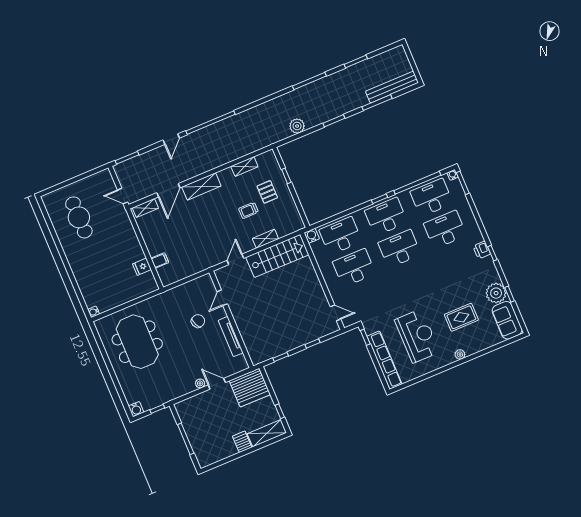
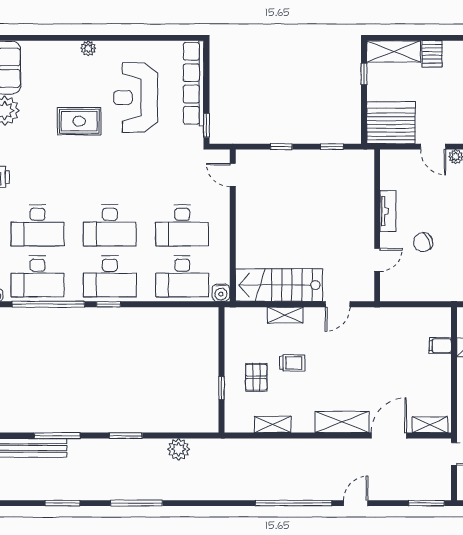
rug: (461, 317) -> (79, 121), moved
tv unit: (231, 337) -> (388, 211), width x0.71

